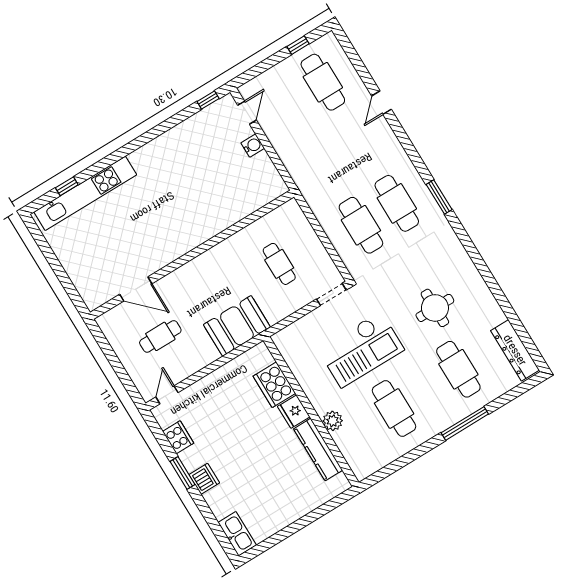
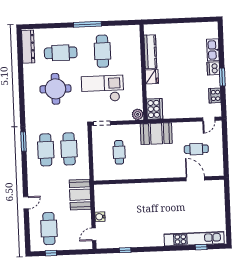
window: (208, 100) -> (125, 250), moved
booth: (303, 163) -> (80, 195), added
round table: (435, 308) -> (55, 89), width x1.36, depth x1.36
cafe table: (458, 369) -> (61, 53), turned 90
cooker: (274, 385) -> (155, 109), moved
plant: (333, 421) -> (138, 114), moved
window: (465, 423) -> (87, 24), moved
kitchen sink: (237, 534) -> (213, 50), moved

